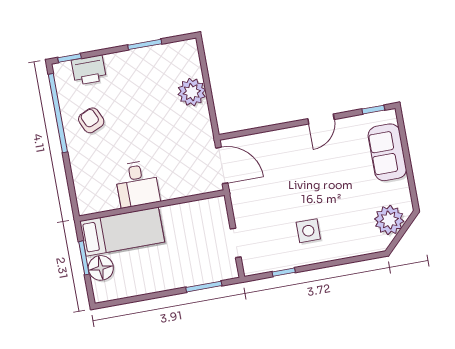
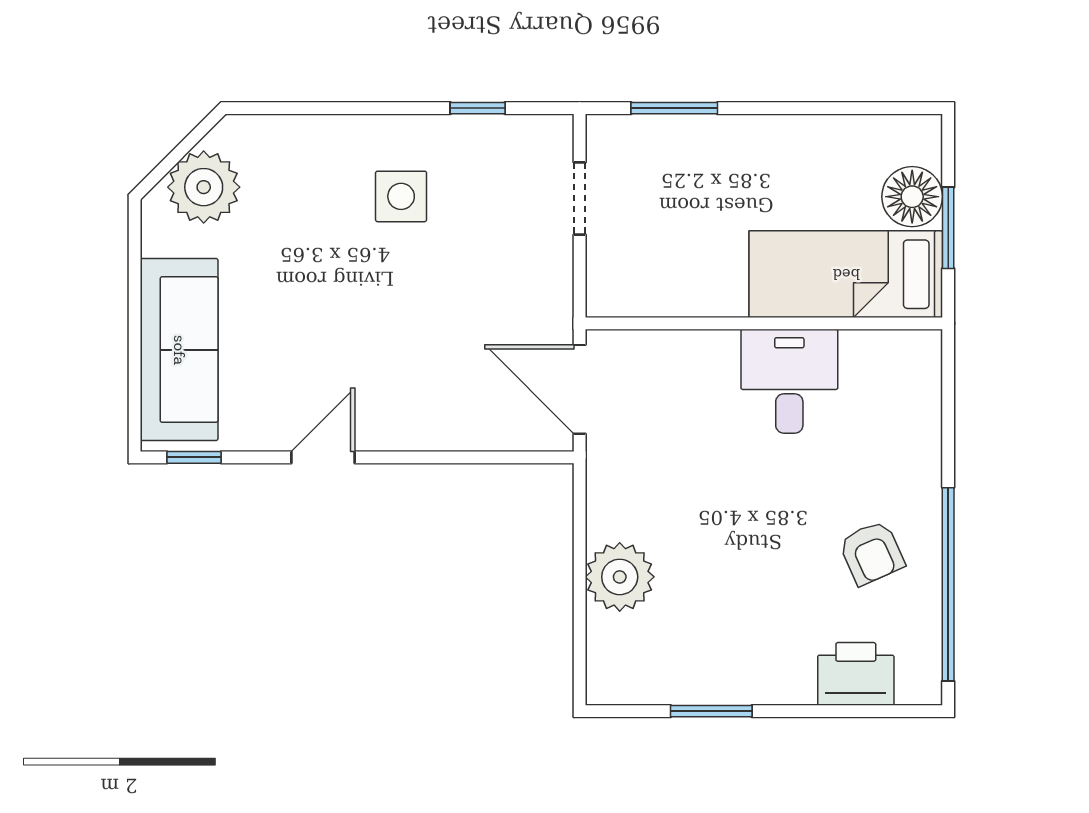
window: (69, 58) -> (897, 711), removed
sofa: (387, 152) -> (179, 350), width x1.36

